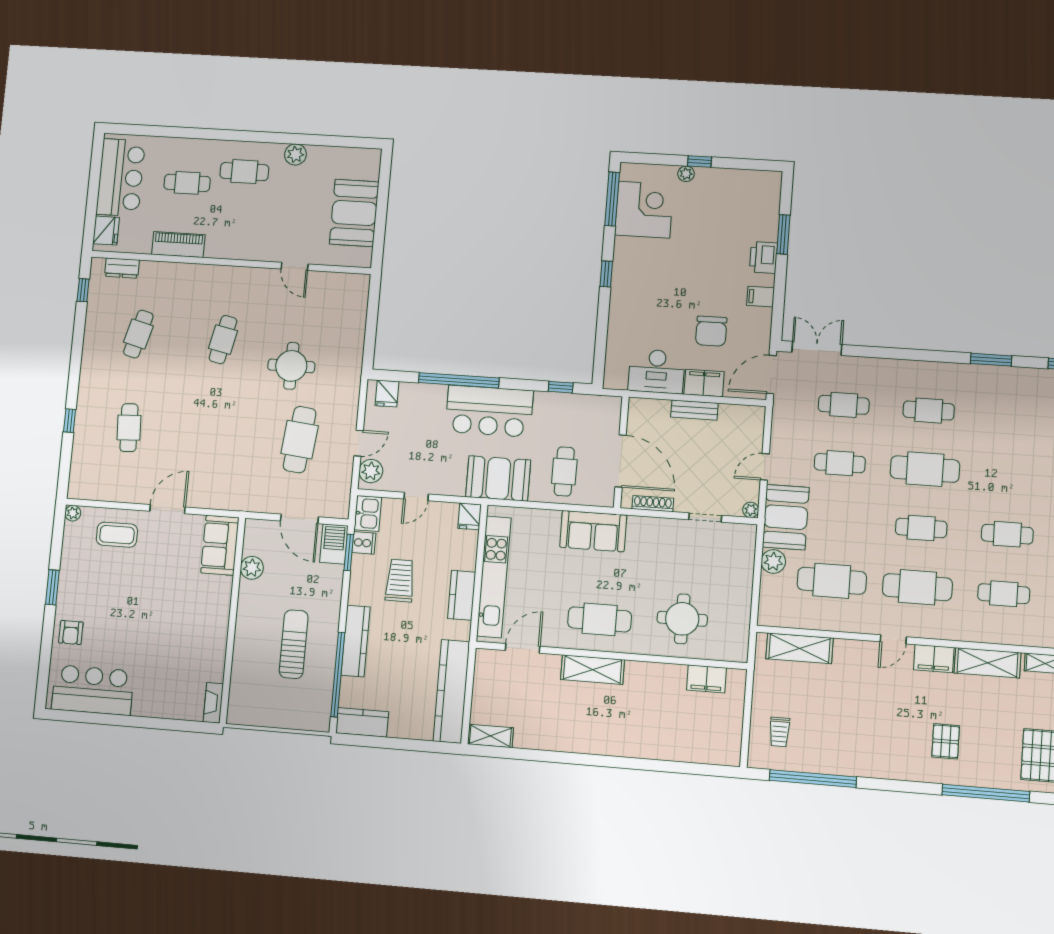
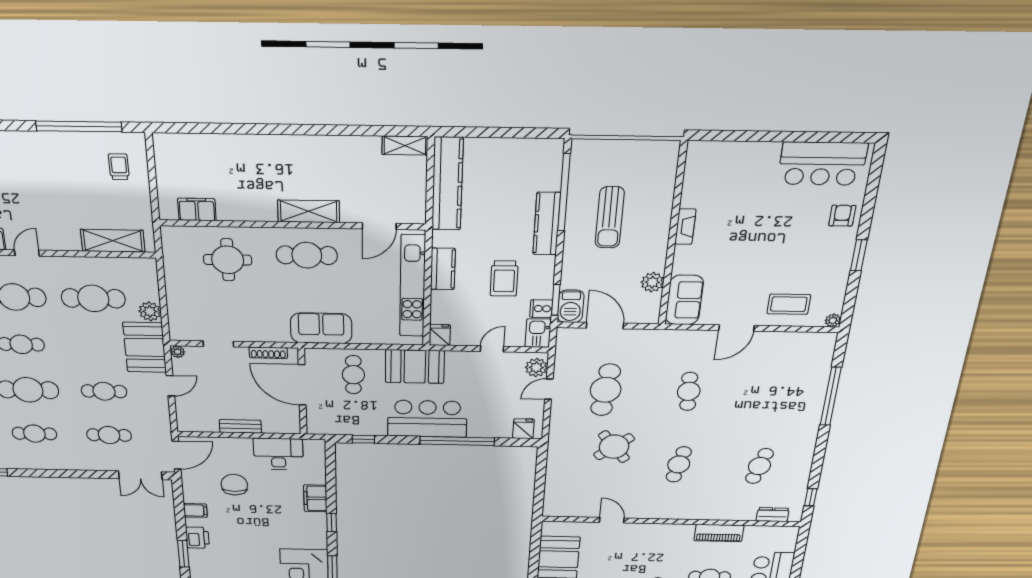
fridge: (106, 231) -> (786, 541), removed
round table: (291, 366) -> (614, 447), turned -38
filing cabinet: (704, 383) -> (315, 498), moved, turned 90
window: (70, 421) -> (831, 396), width x3.17
cafe table: (129, 428) -> (689, 391), moved
fireplace: (213, 703) -> (685, 227), moved
kitchen counter: (362, 722) -> (537, 150), removed

